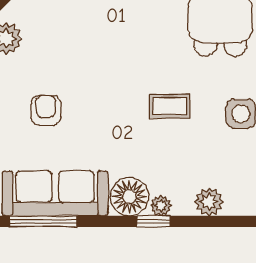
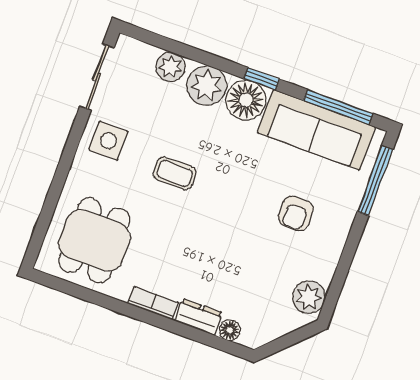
plant: (161, 206) -> (207, 86), width x1.87, depth x1.87
window: (154, 221) -> (262, 79), moved

